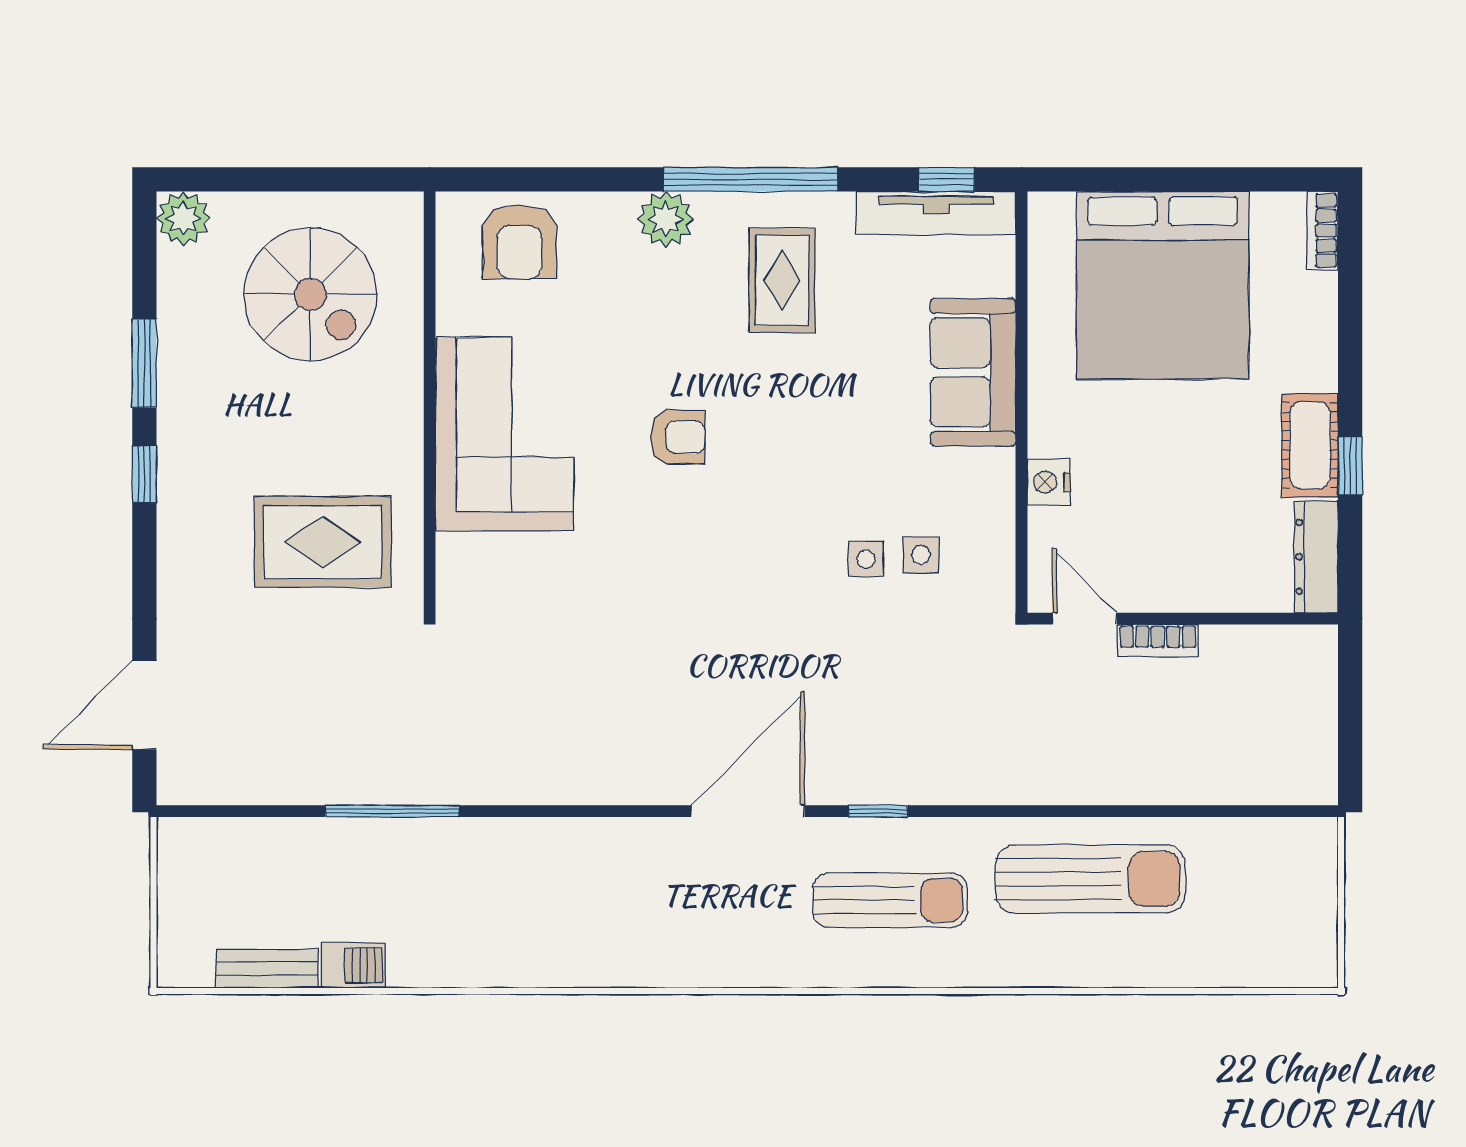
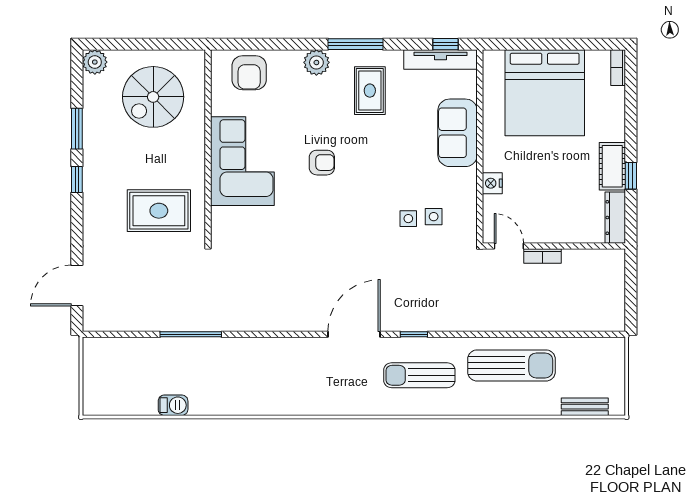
window: (751, 179) -> (355, 44), width x0.68
spiral stairs: (310, 294) -> (153, 97), turned 90
sun lounger: (890, 900) -> (419, 375), turned 180
bench: (267, 969) -> (585, 407), moved

